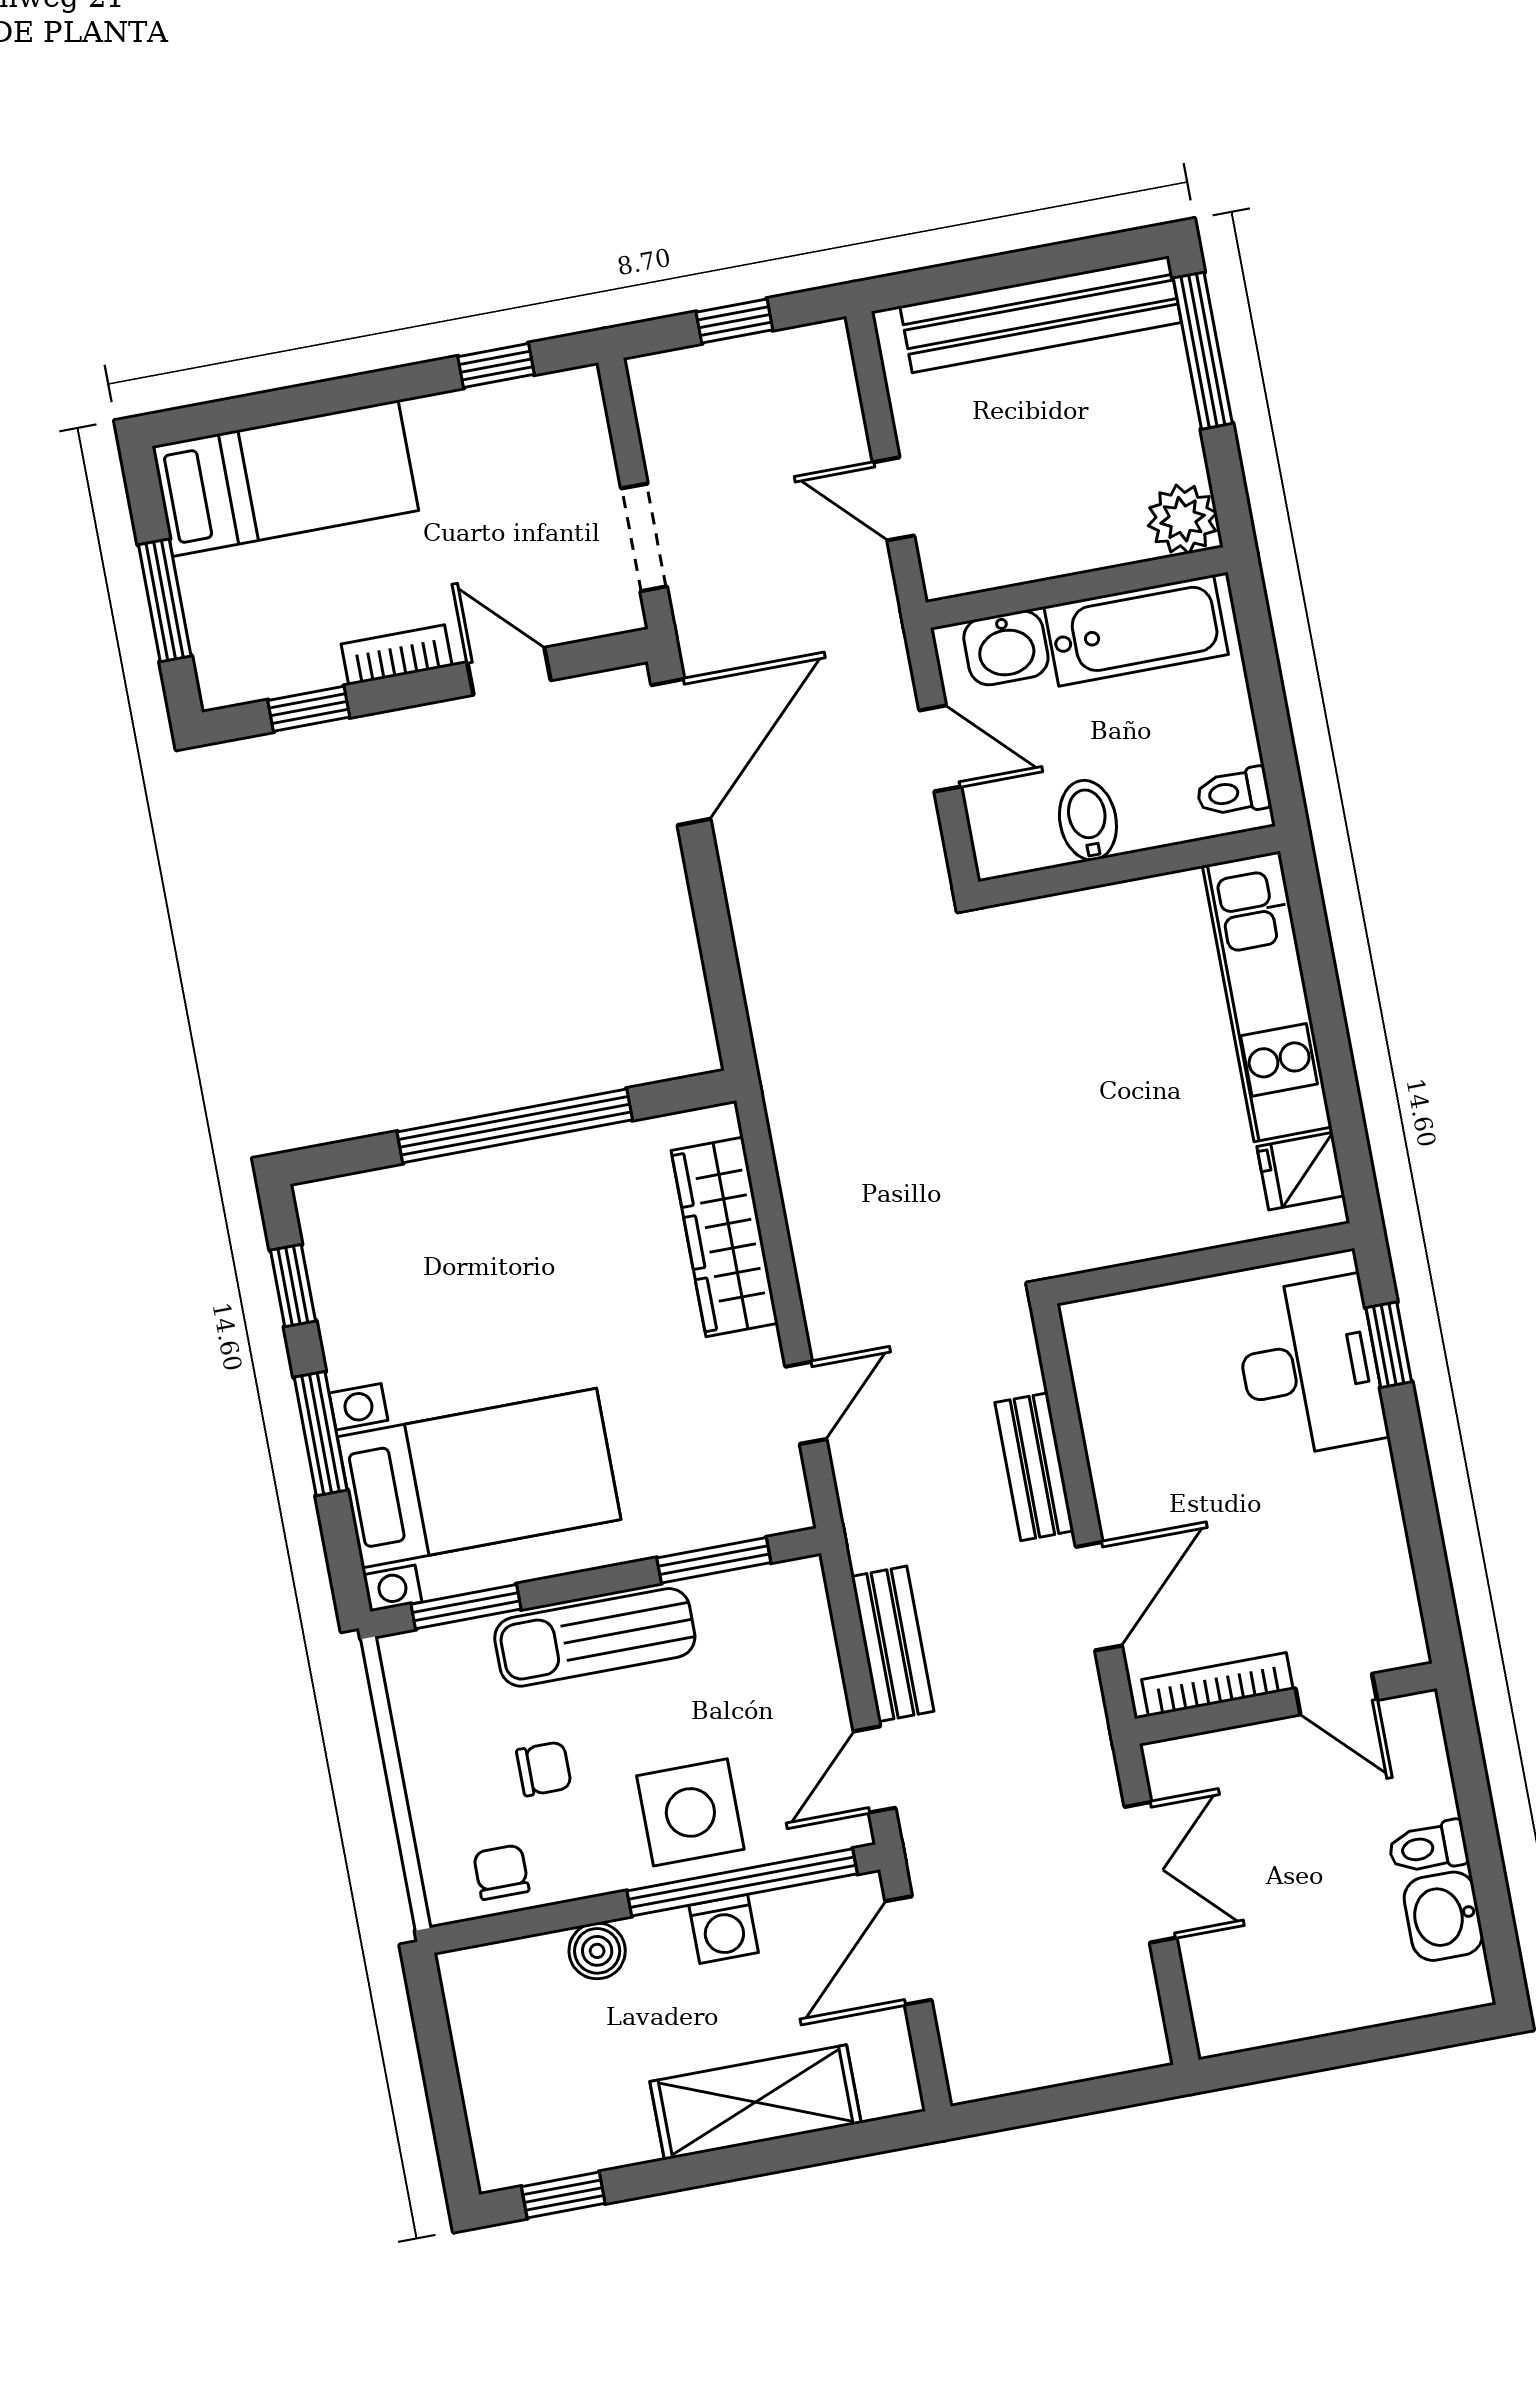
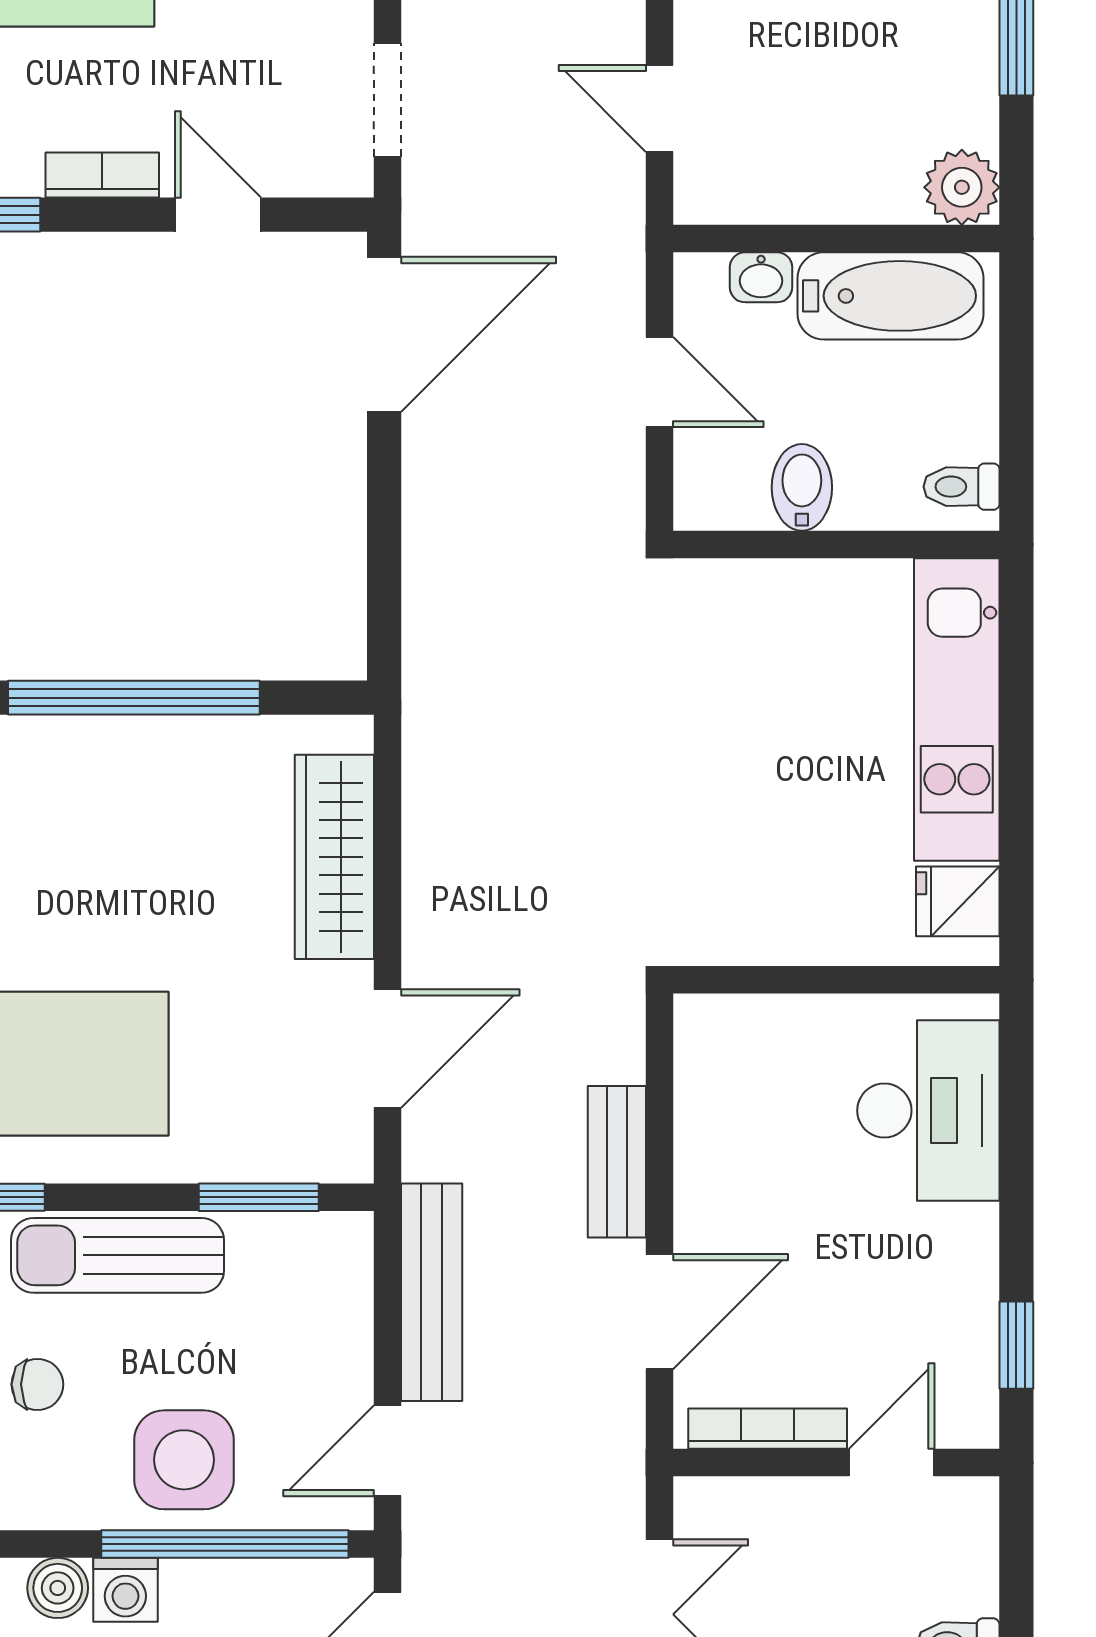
washbasin: (1006, 648) -> (761, 277), width x0.72, depth x0.69
window: (1389, 1345) -> (1016, 1345), moved
door: (806, 1403) -> (388, 1049), width x1.38
bench: (893, 1644) -> (432, 1292), width x1.36
door: (1336, 1694) -> (892, 1462), swing flipped
washing machine: (724, 1929) -> (125, 1590), moved

